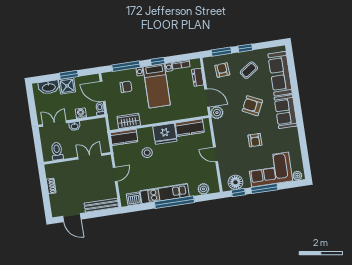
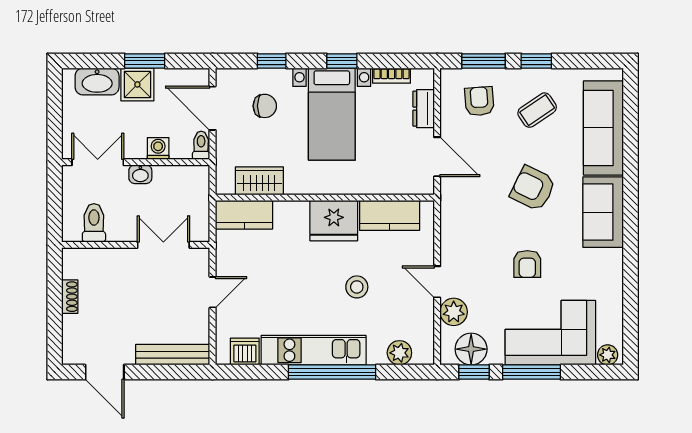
window: (126, 66) -> (272, 61), width x0.46
plant: (217, 113) -> (454, 312), moved
stool: (147, 153) -> (357, 287), moved

